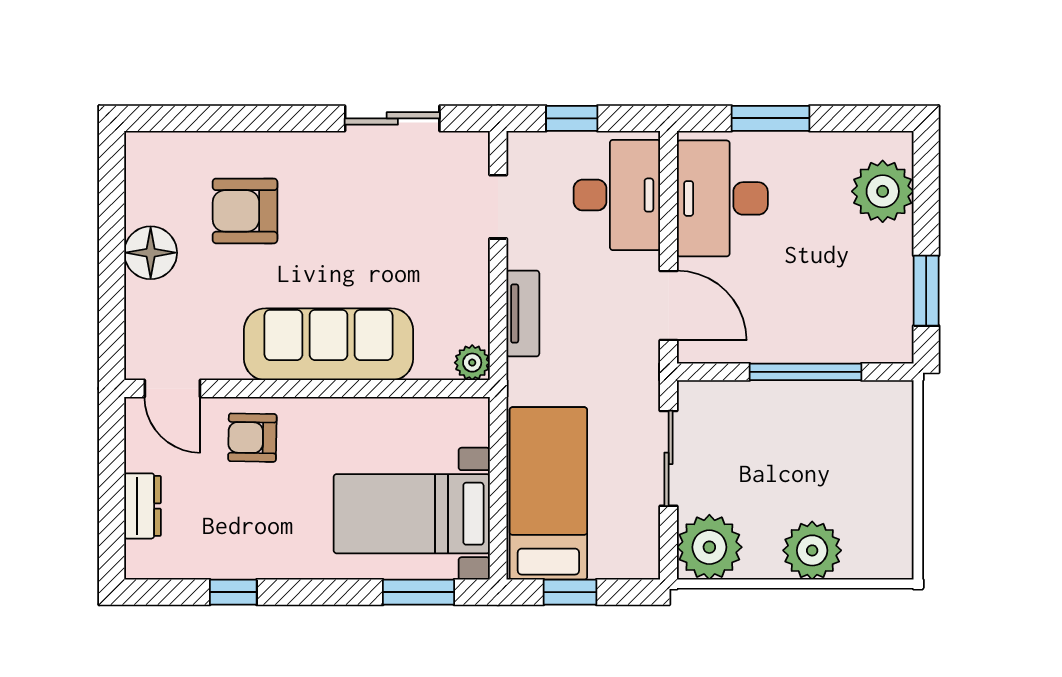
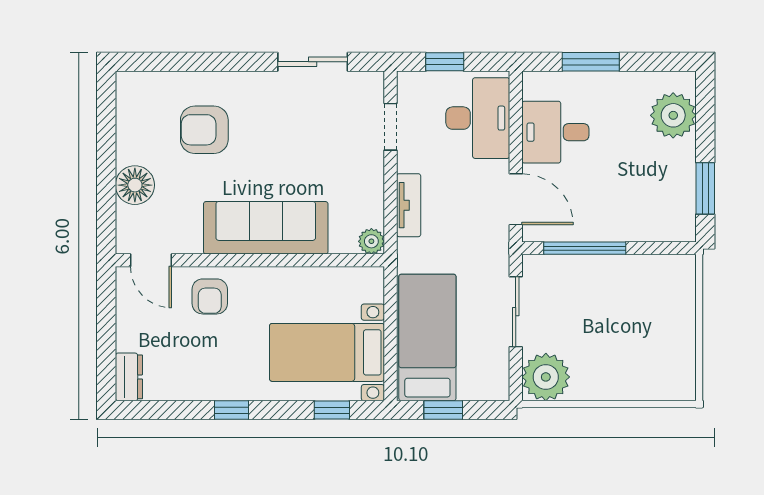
desk: (722, 198) -> (555, 132), width x0.73
floor lamp: (151, 253) -> (135, 185), moved
window: (805, 372) -> (585, 248), moved
armchair: (252, 438) -> (210, 296), turned -91
dresser: (142, 506) -> (129, 377), moved
plant: (812, 550) -> (621, 379), removed
window: (233, 592) -> (232, 410), moved
window: (418, 592) -> (332, 410), width x0.67

